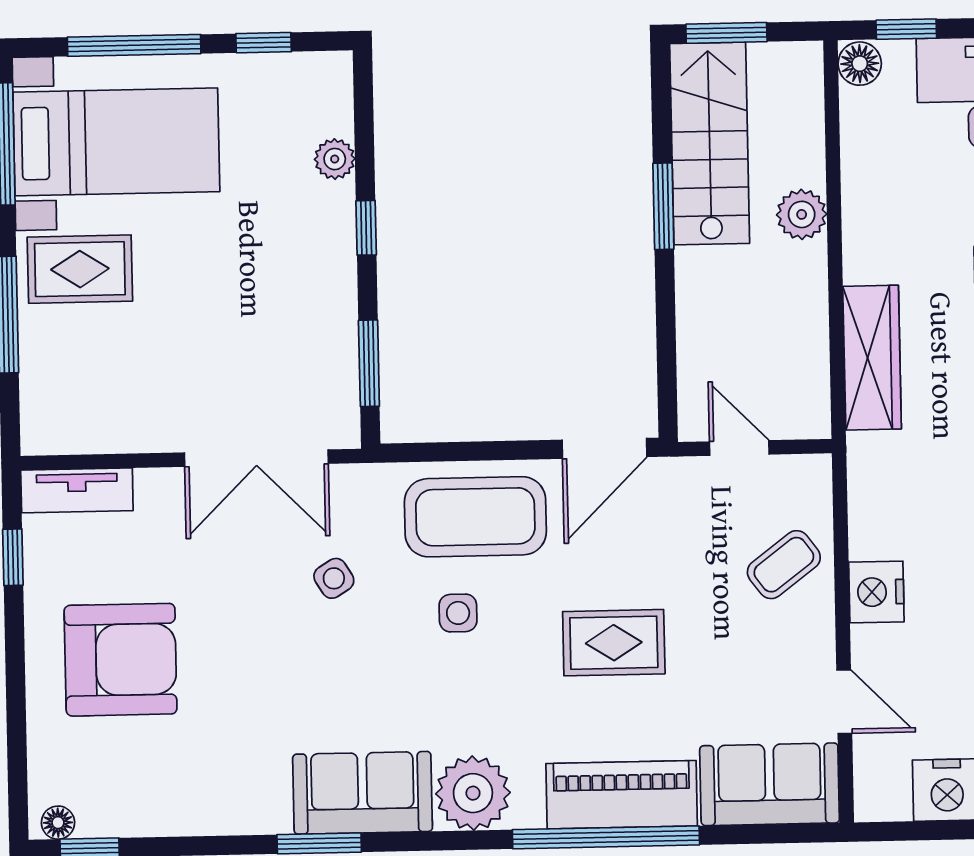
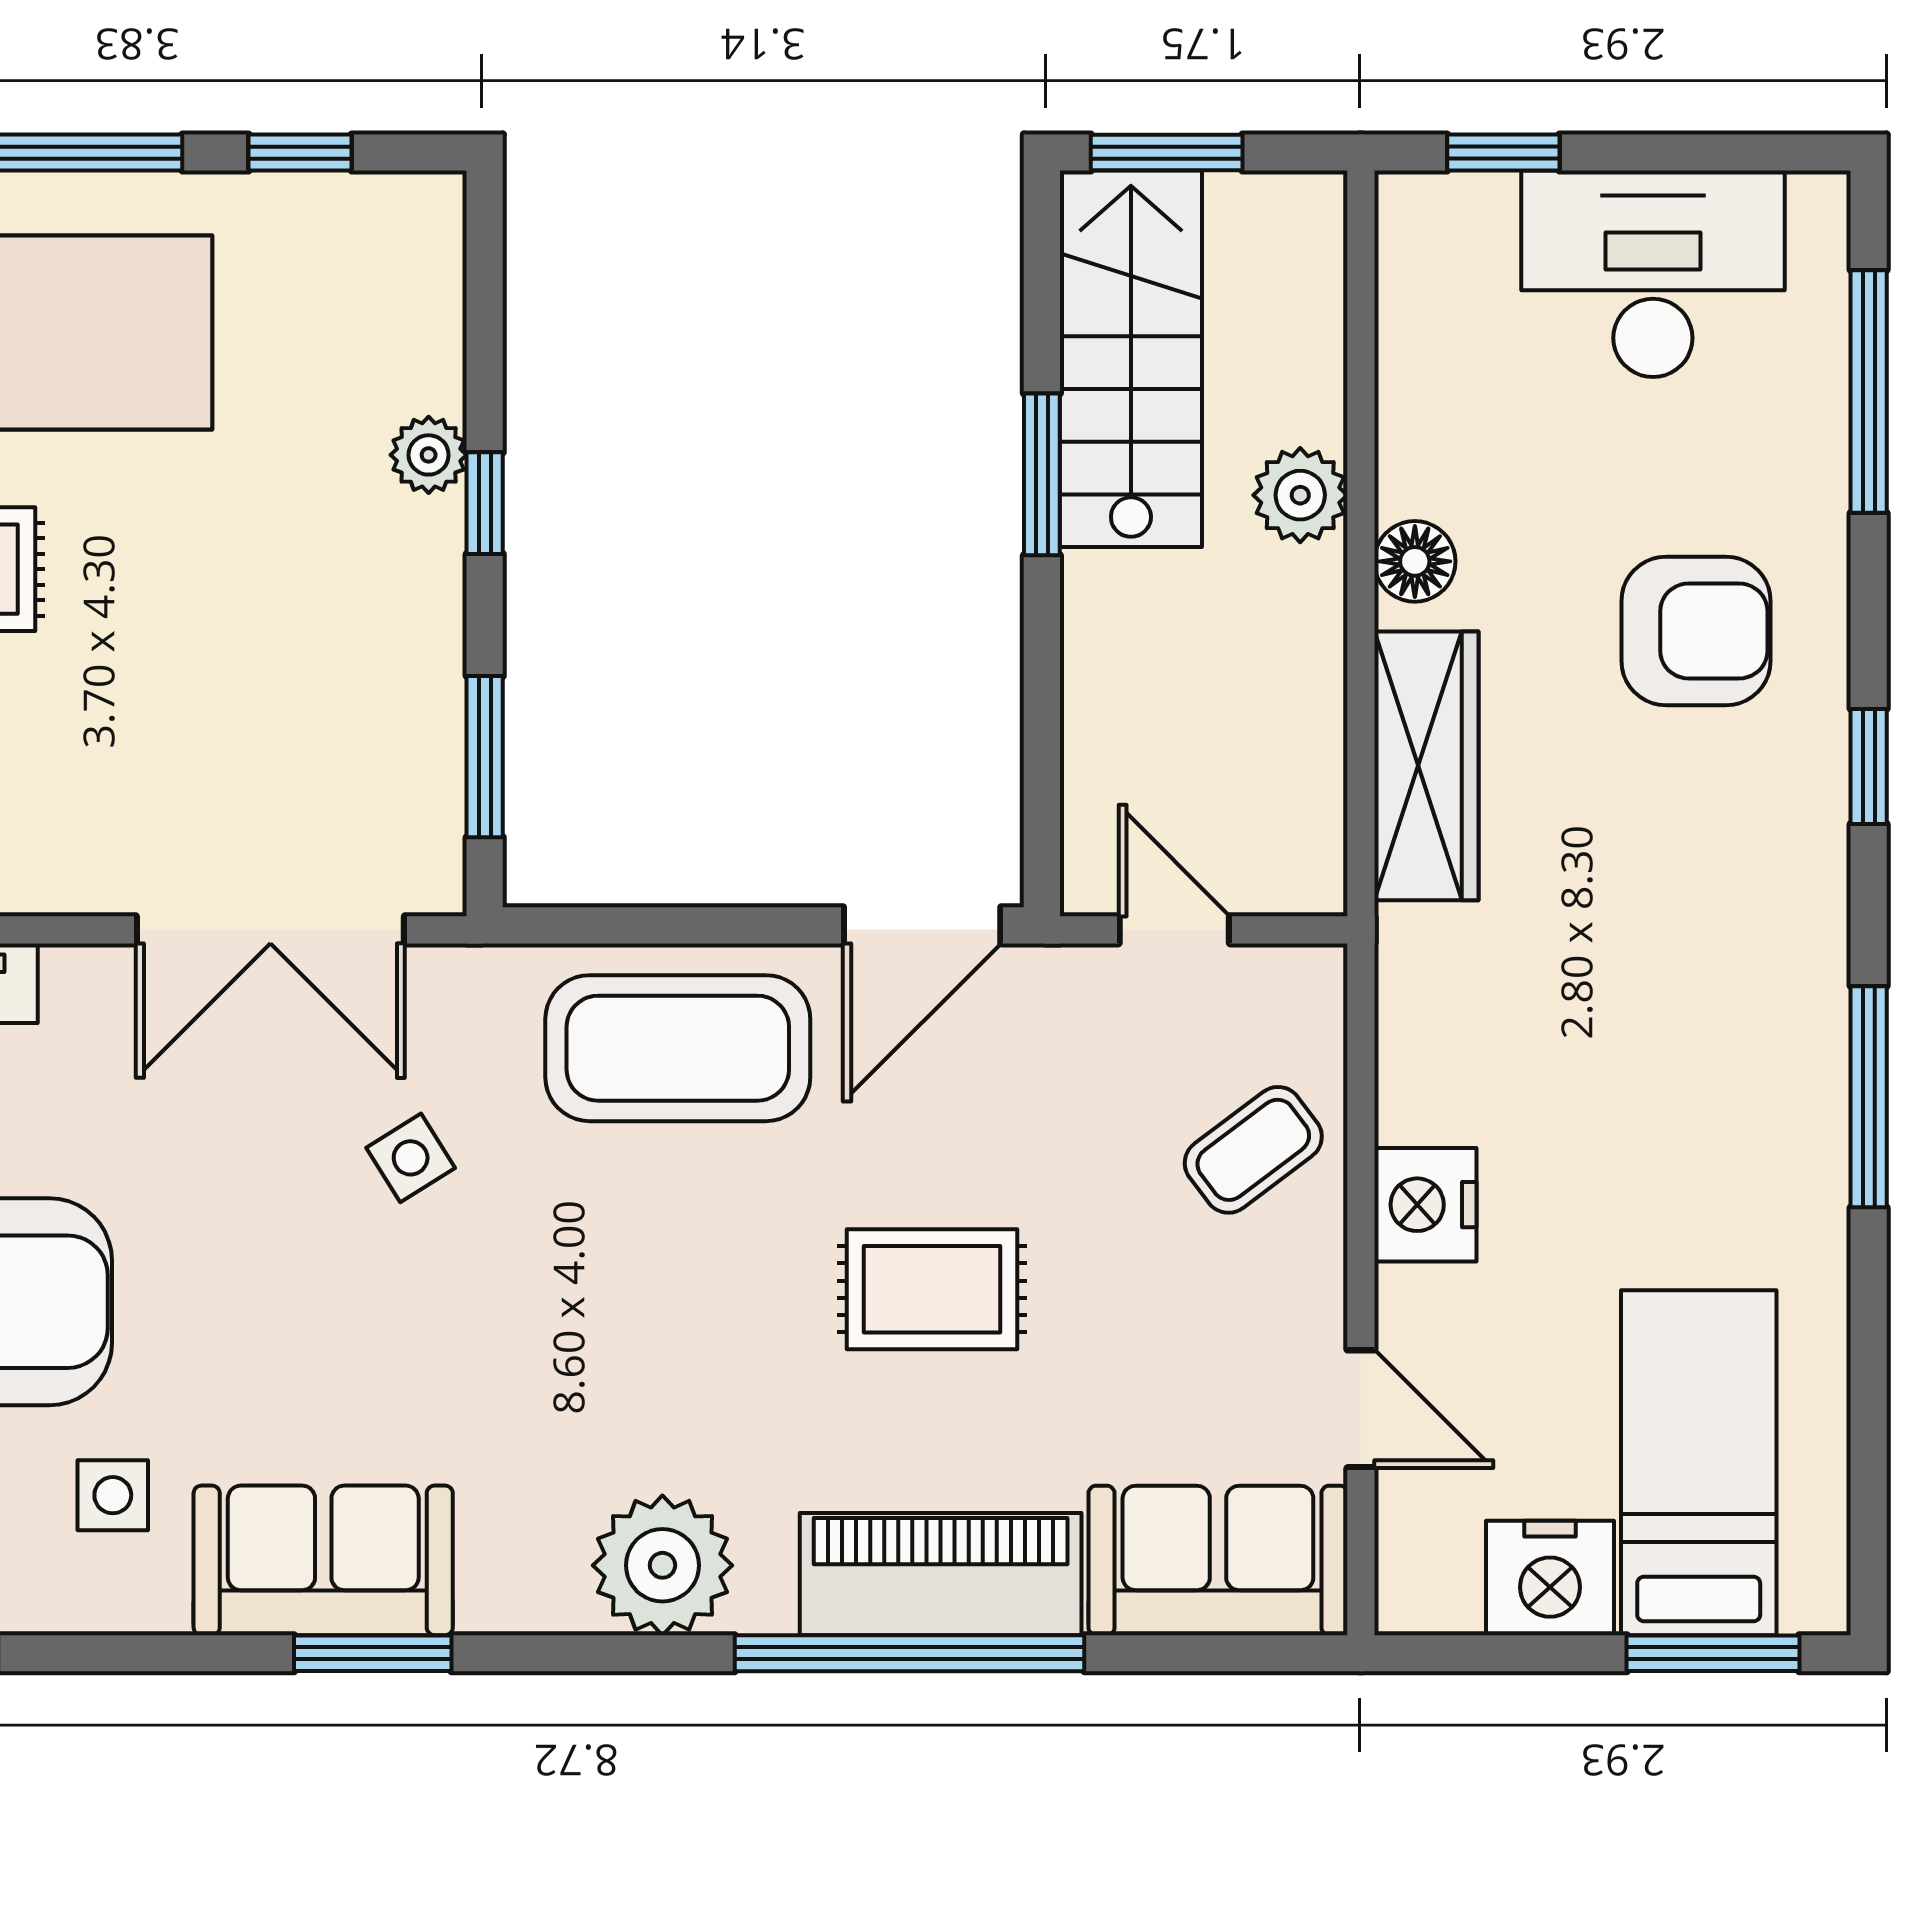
floor lamp: (860, 64) -> (1415, 561), moved
plant: (335, 159) -> (429, 455), moved
side table: (458, 613) -> (113, 1495), moved
sofa: (363, 793) -> (323, 1560), moved

